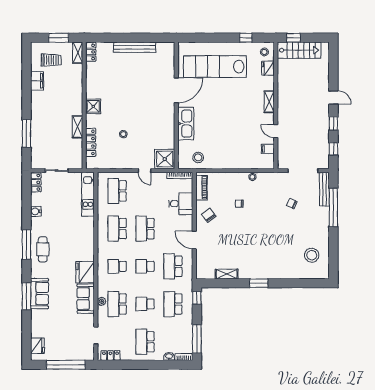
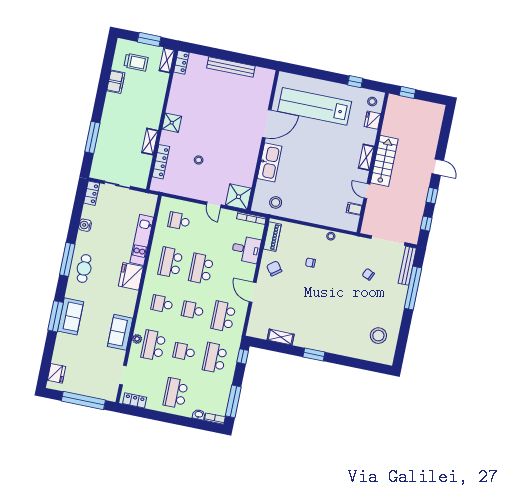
stairs: (299, 50) -> (384, 161), moved, turned -90
school desk: (117, 191) -> (179, 221), width x0.54
kitchen unit: (88, 194) -> (142, 240), moved
fridge: (85, 272) -> (131, 276), moved

